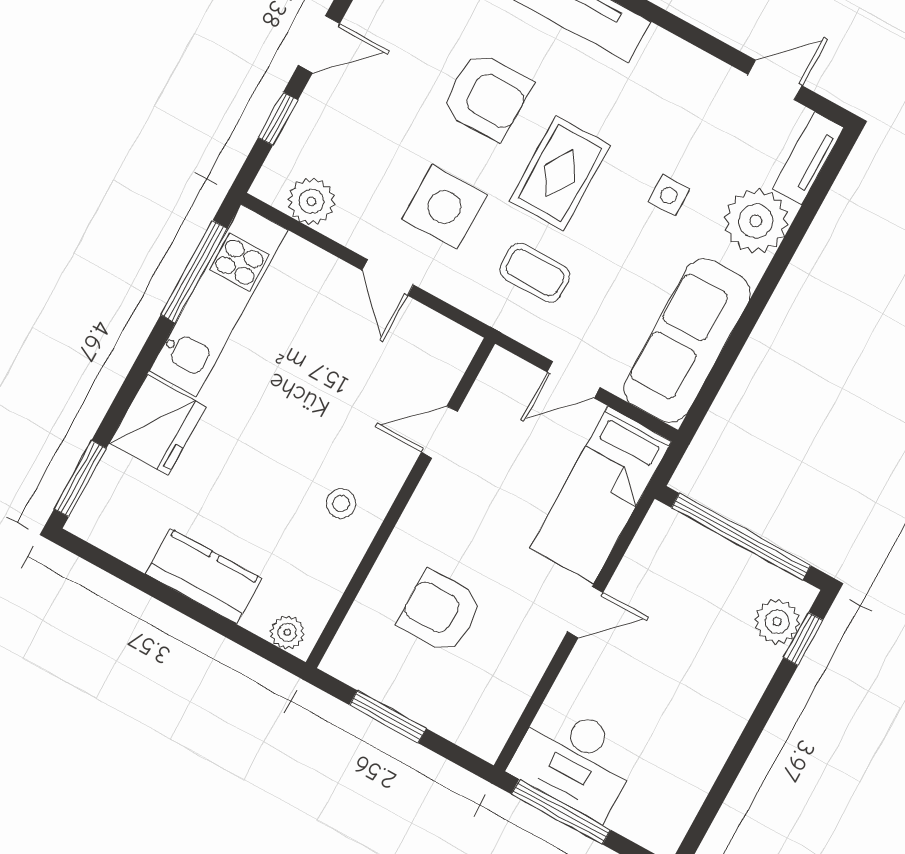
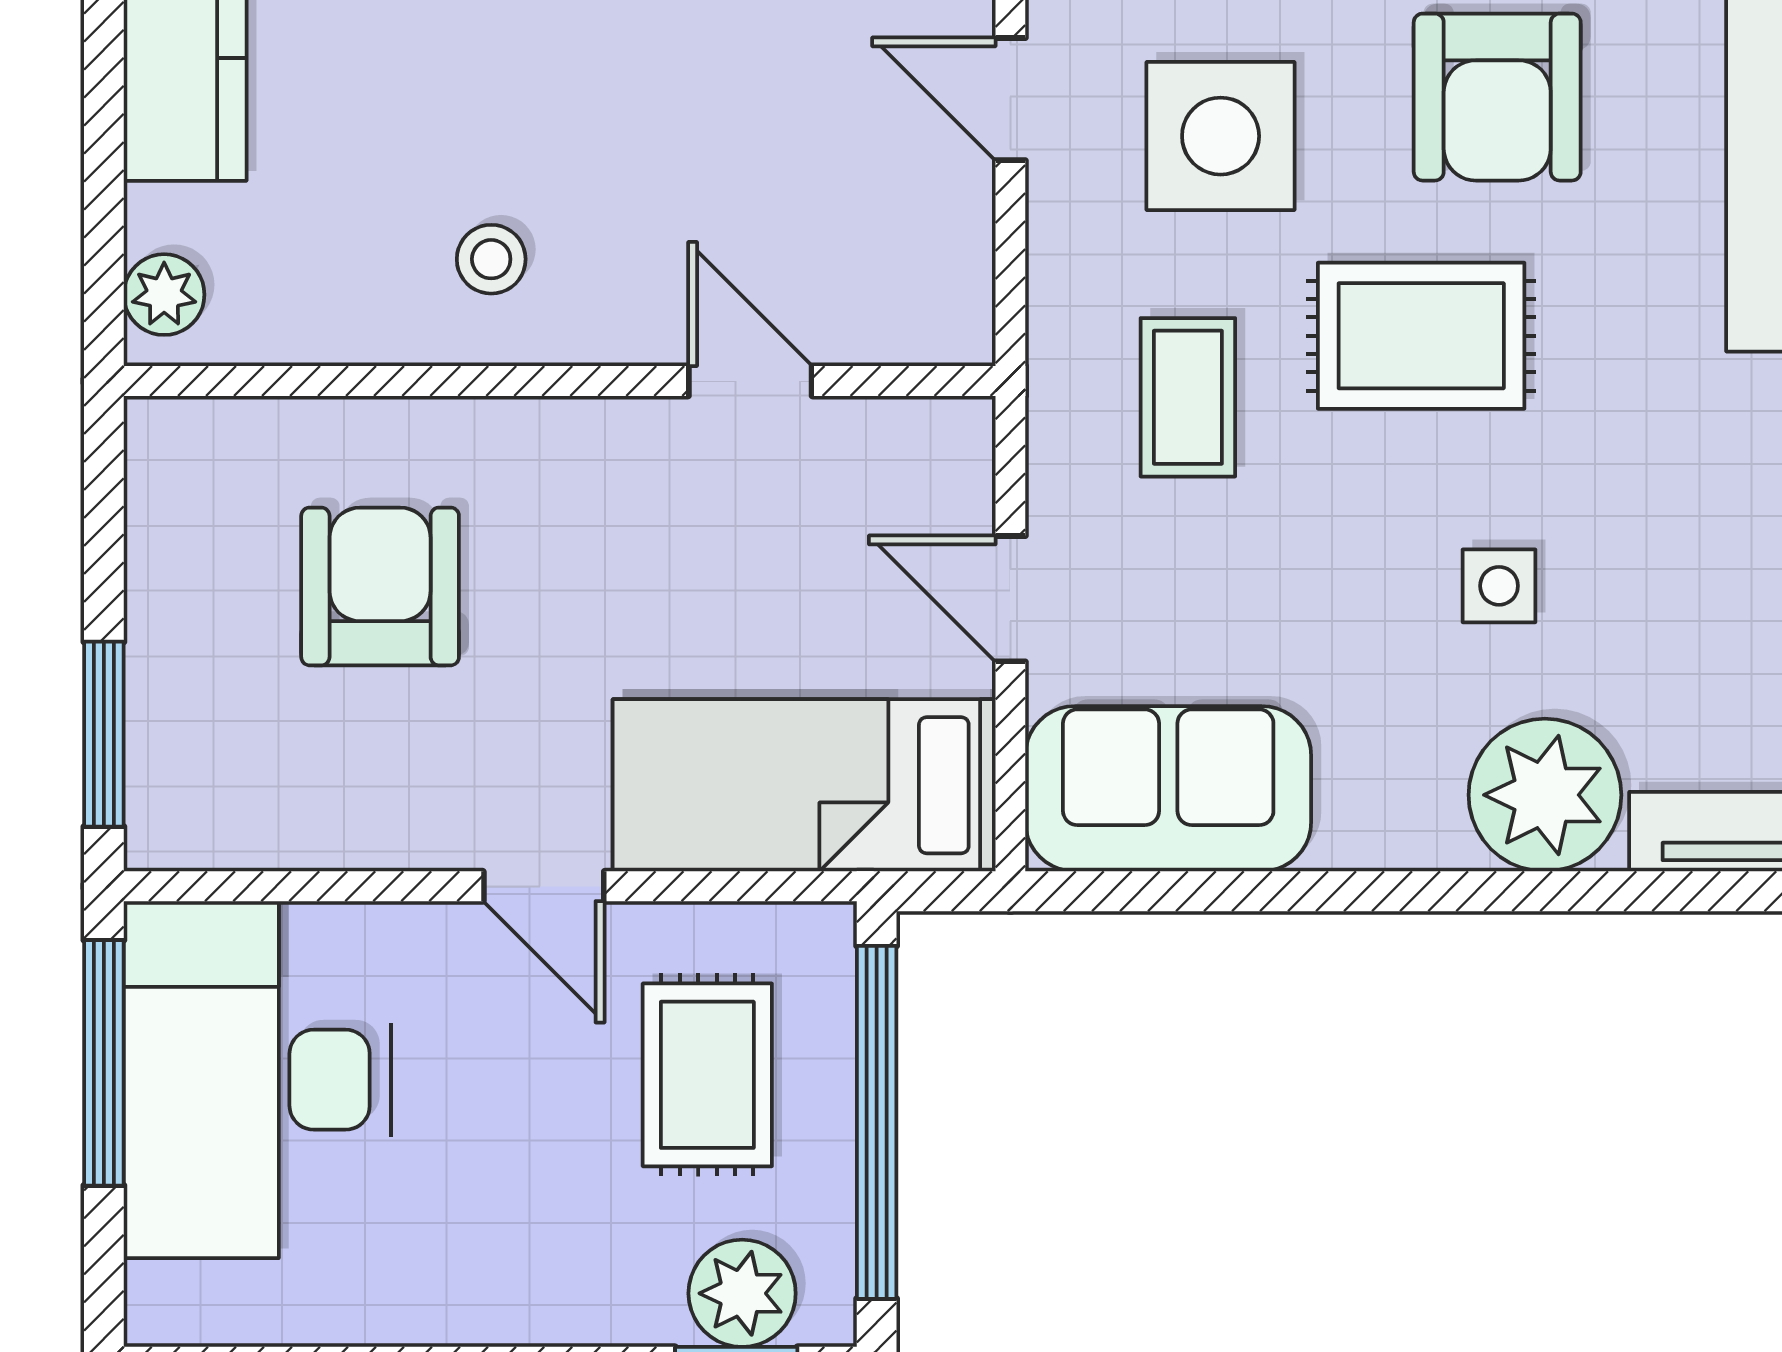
door: (388, 278) -> (1010, 99), hinge flipped
sofa: (687, 341) -> (1168, 789), width x0.73
rug: (689, 590) -> (707, 1075), added
window: (388, 717) -> (104, 734), moved
desk: (574, 760) -> (257, 1080), width x1.36, depth x1.30

